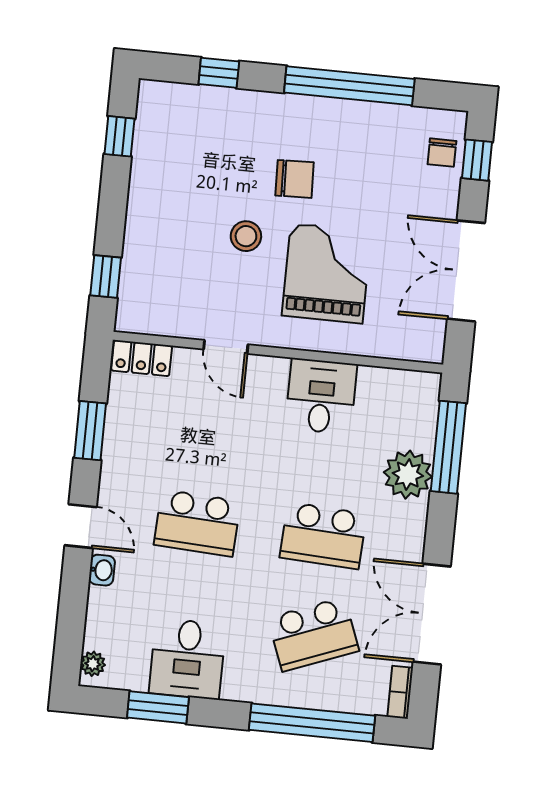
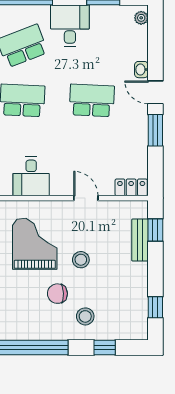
stool: (248, 132) -> (85, 316), added
bench: (135, 261) -> (140, 240), added
grand piano: (327, 273) -> (35, 244), turned 180
window: (90, 431) -> (155, 130), moved
desk: (187, 659) -> (70, 26), moved

